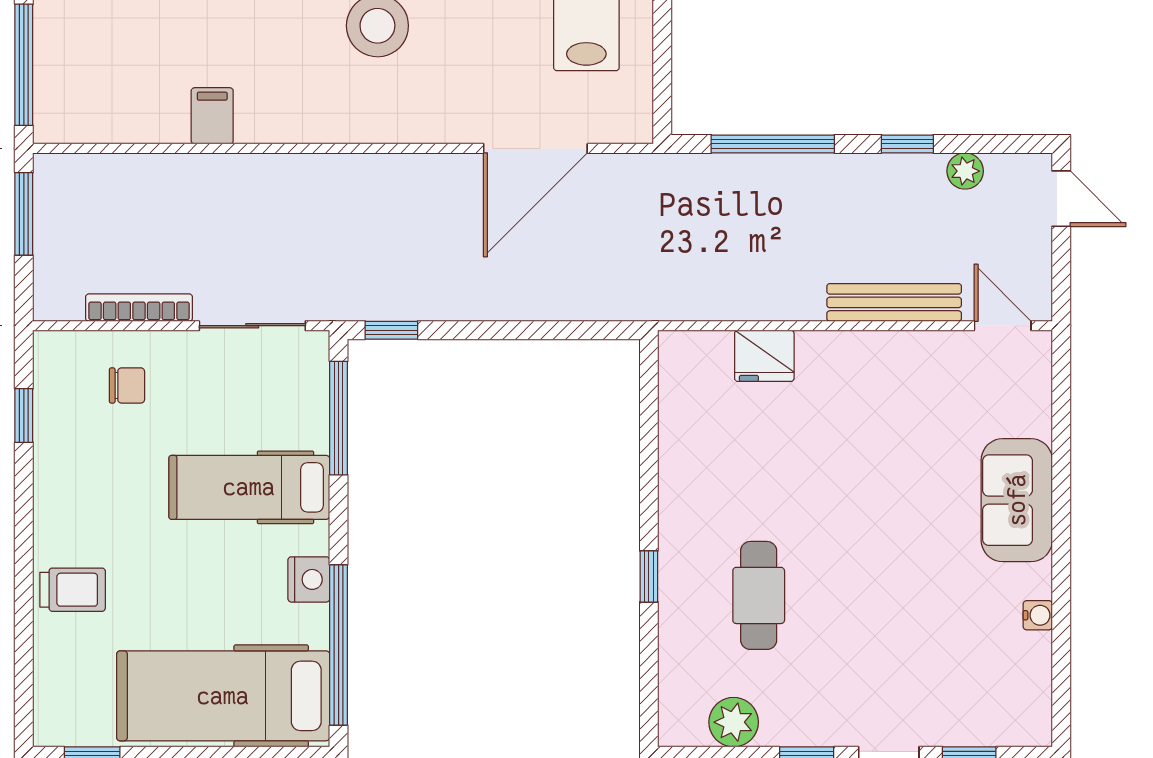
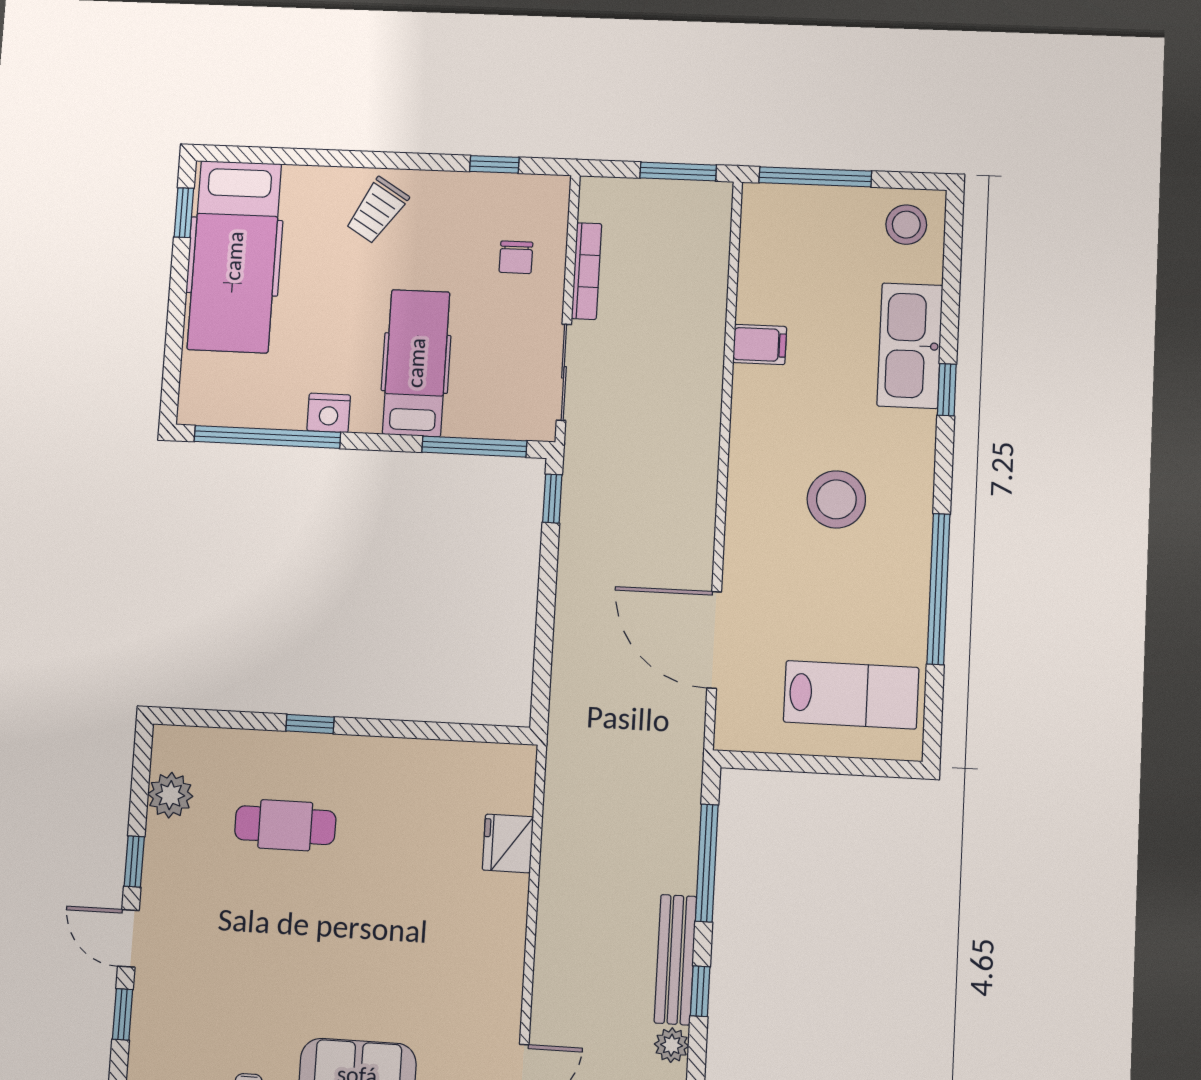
bench: (894, 302) -> (675, 960), moved
trolley: (73, 590) -> (377, 210), moved, turned 32
hospital bed: (223, 696) -> (234, 256), moved, turned 180

